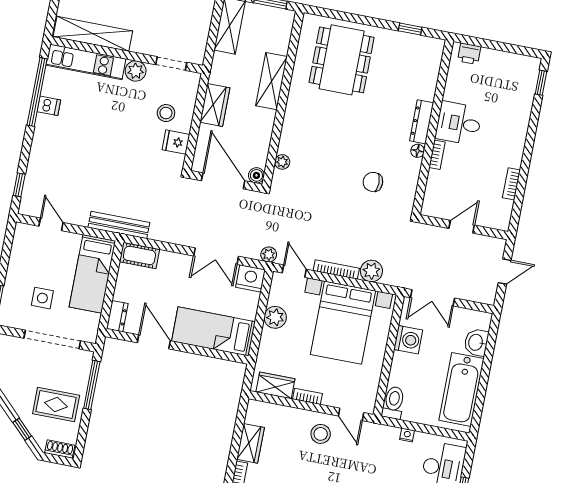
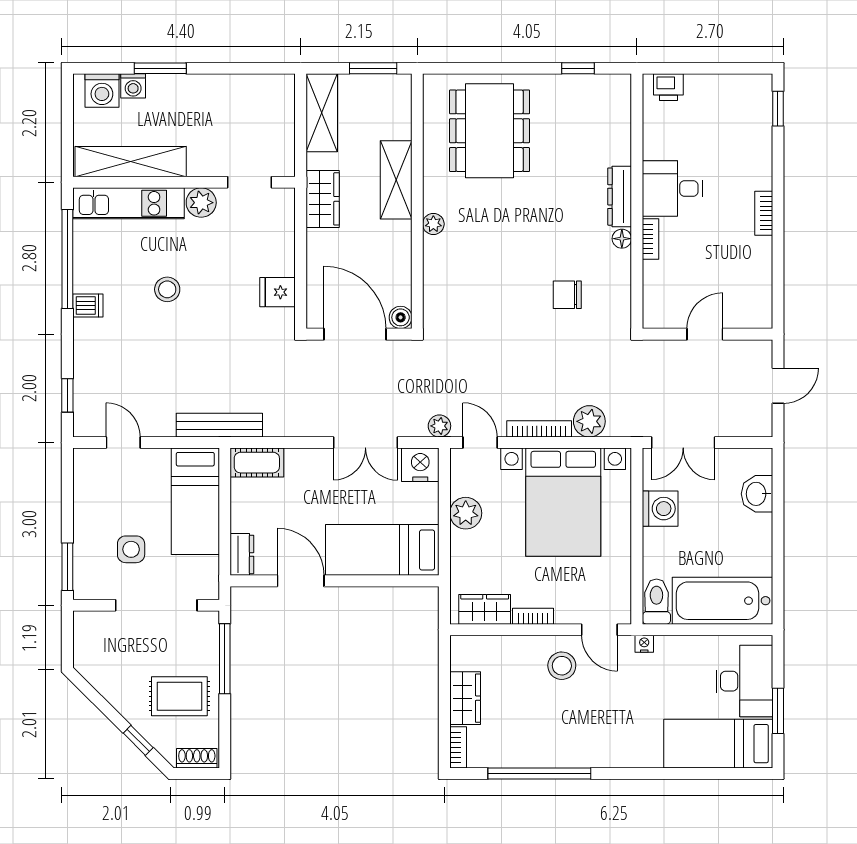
wardrobe: (215, 105) -> (323, 199), moved
dishwasher: (49, 106) -> (88, 305), moved
stool: (166, 113) -> (167, 289), moved
plant: (282, 162) -> (433, 224), moved
bookcase: (511, 184) -> (764, 213), moved
bathtub: (461, 389) -> (722, 601), moved, turned 90
nightstand: (407, 435) -> (644, 644), moved

